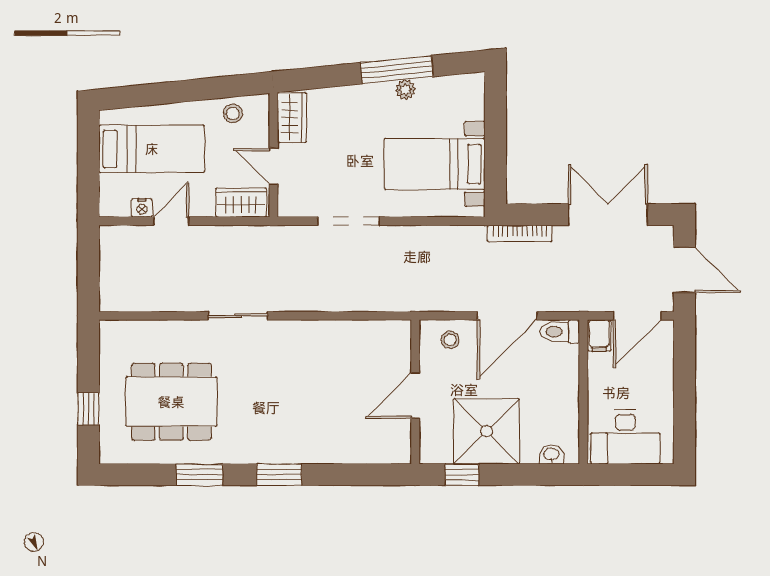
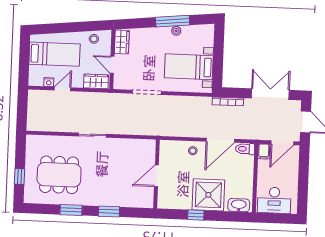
wall: (415, 392) -> (157, 174), moved
door: (415, 395) -> (156, 176), moved
washbasin: (551, 455) -> (239, 205), width x1.91, depth x1.45

